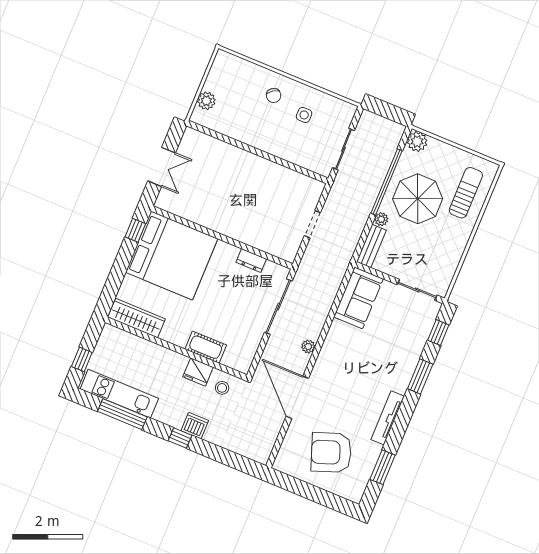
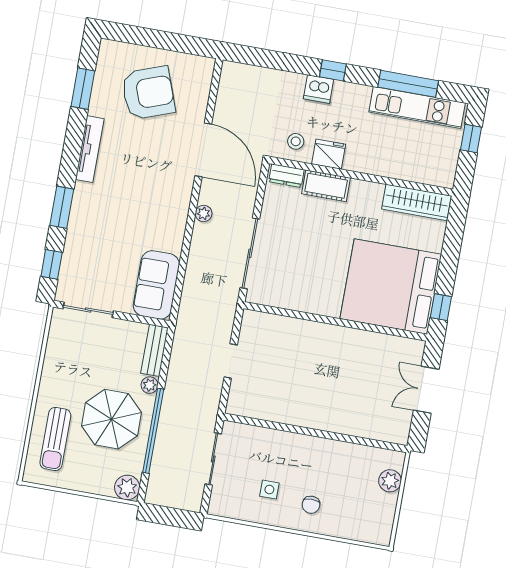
chair: (274, 95) -> (311, 505), turned -144
dresser: (251, 261) -> (286, 176), moved, turned 180

